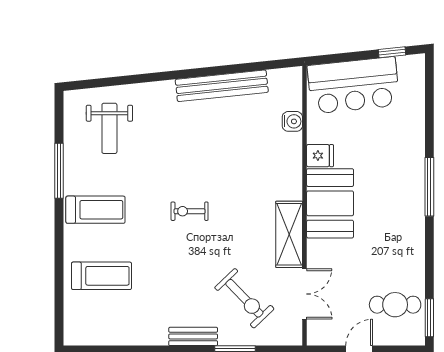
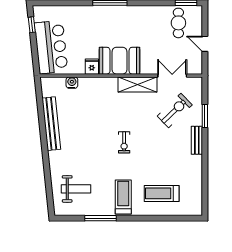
treadmill: (101, 276) -> (162, 193), turned -90

